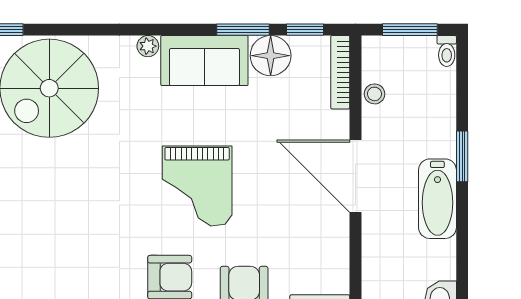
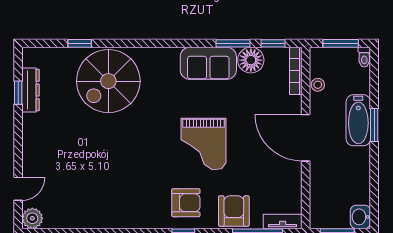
plant: (148, 46) -> (172, 54), removed
bathtub: (437, 199) -> (358, 120), moved

